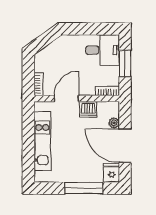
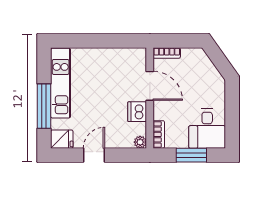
plant: (114, 123) -> (140, 142), moved
kitchen unit: (42, 141) -> (61, 83), moved, turned -90
door: (125, 146) -> (94, 155), width x0.53

